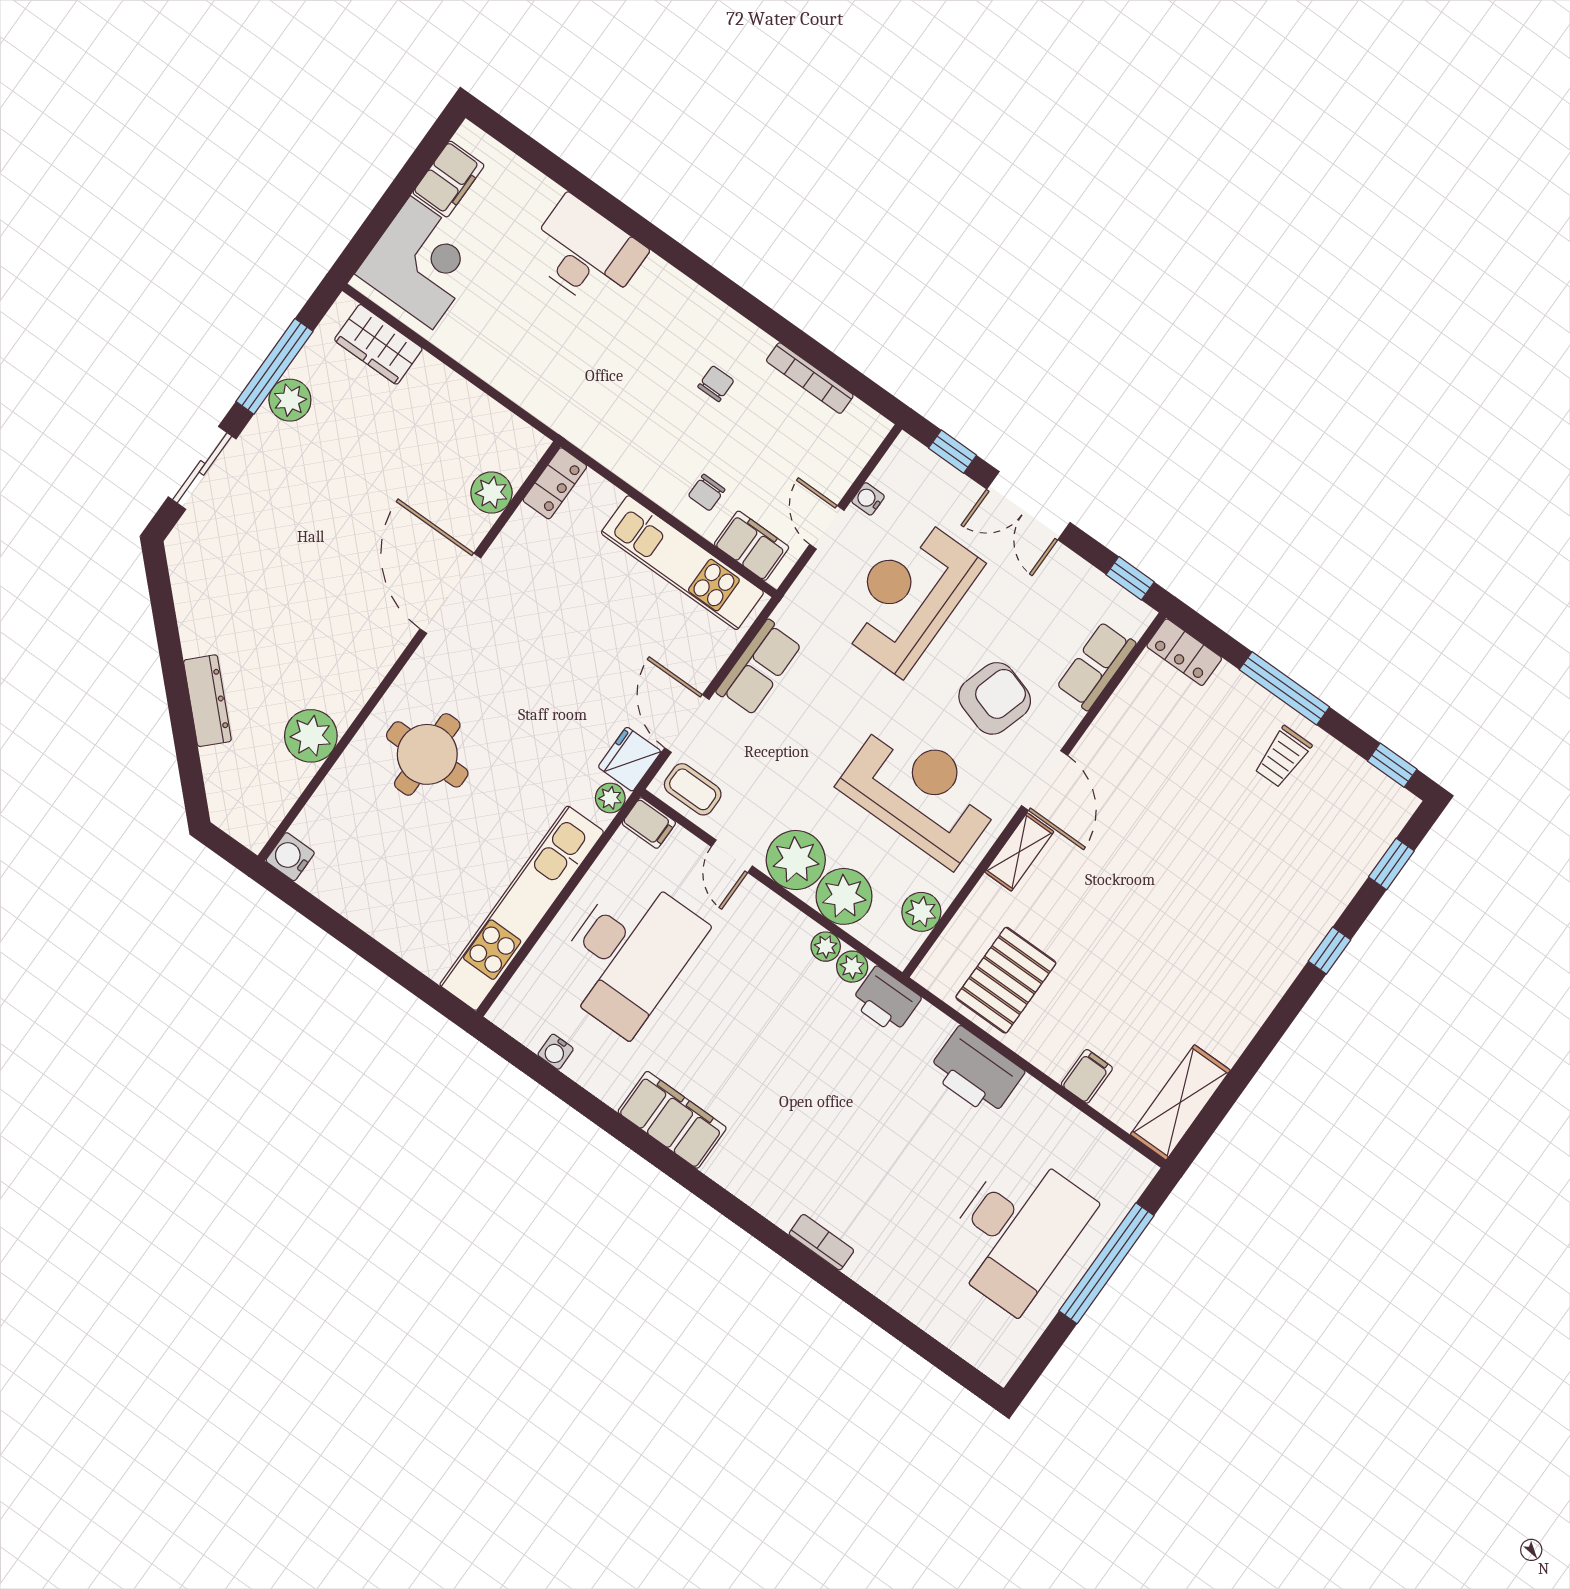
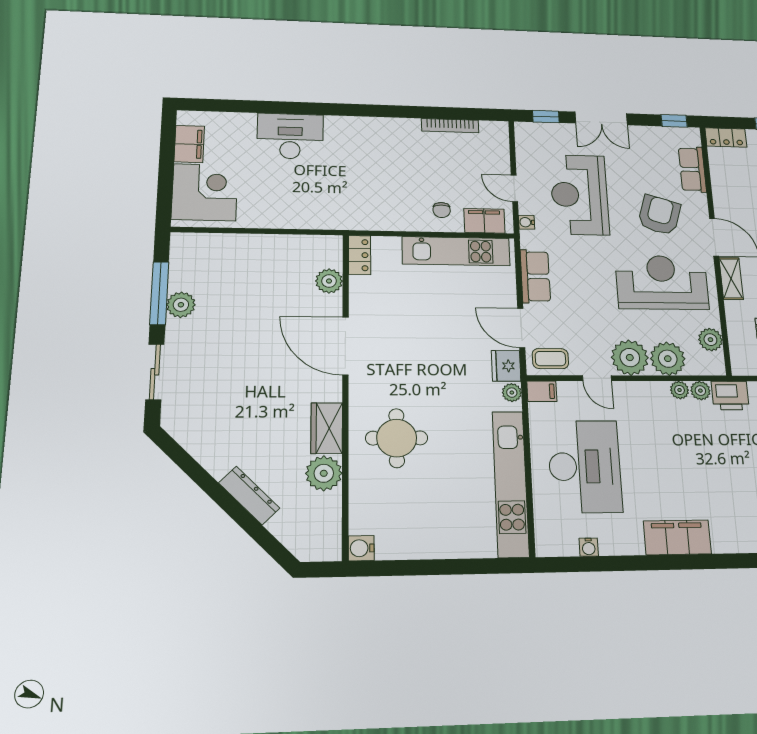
wardrobe: (378, 344) -> (327, 428), moved, turned 90
chair: (716, 384) -> (405, 156), removed
water cooler: (868, 499) -> (527, 222), moved

